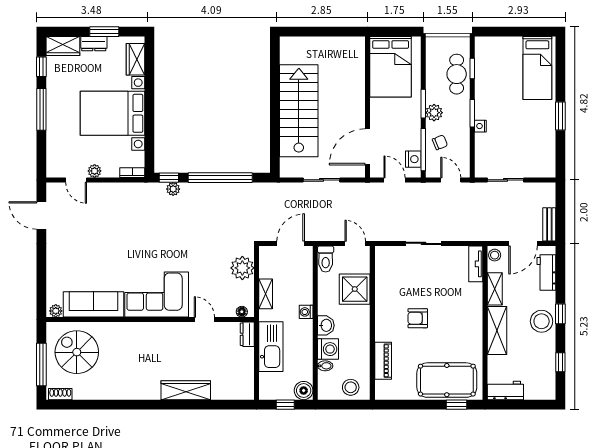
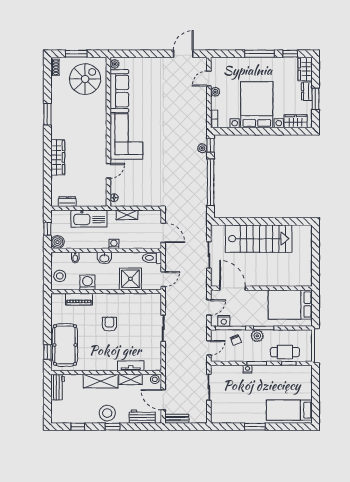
tv unit: (476, 264) -> (131, 366), moved
plant: (242, 268) -> (146, 198), removed
dresser: (247, 334) -> (67, 202), moved
washing machine: (328, 349) -> (87, 282), moved, turned 180
window: (41, 364) -> (76, 54), width x0.69
window: (126, 405) -> (47, 114), added

